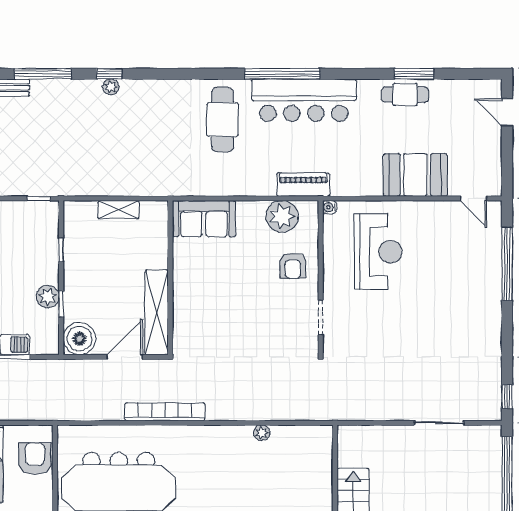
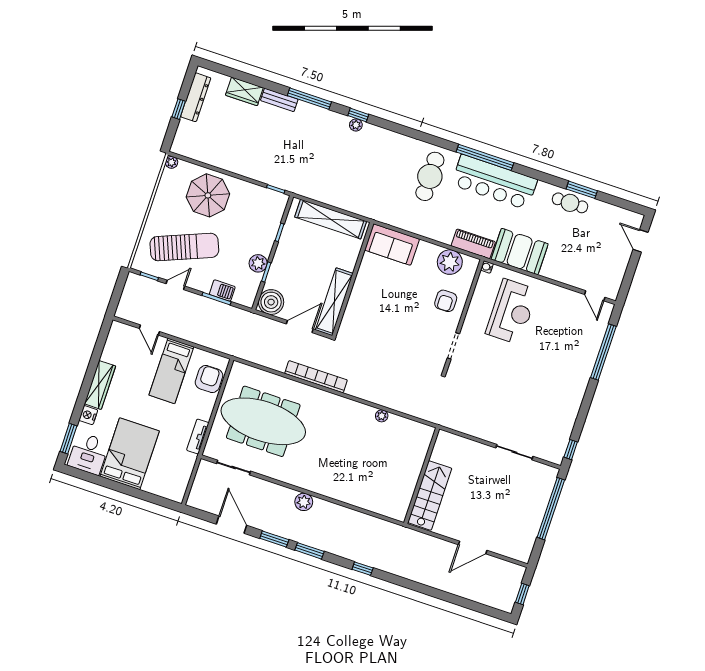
booth: (415, 175) -> (520, 252), moved
shelving: (118, 210) -> (331, 219), width x2.20, depth x1.33

